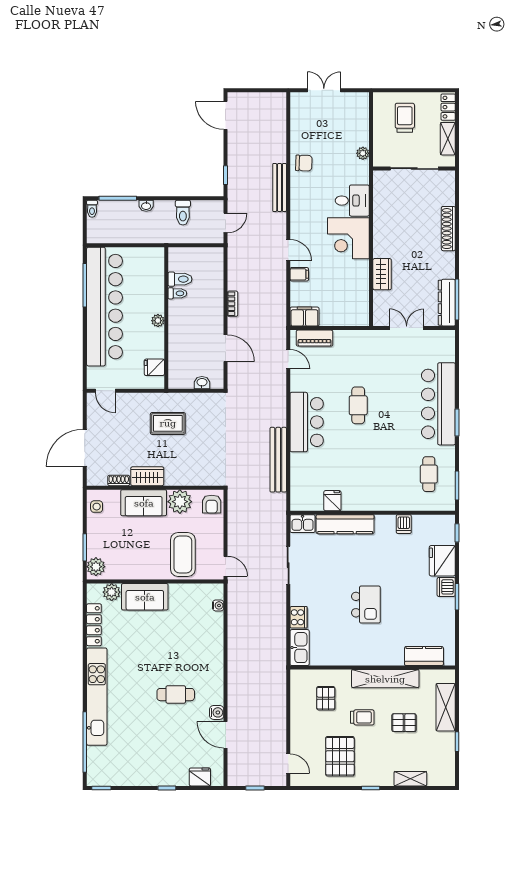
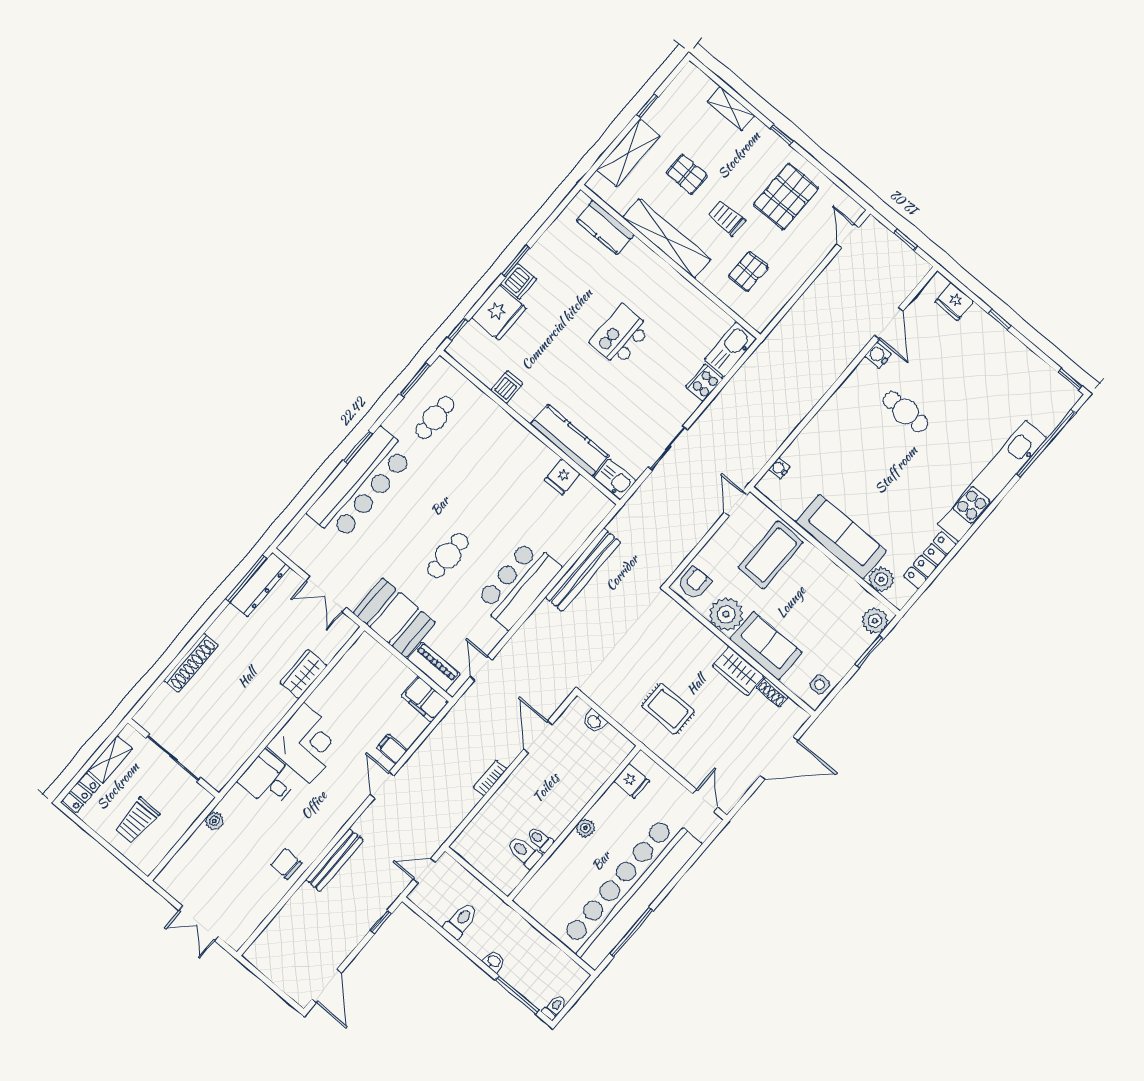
booth: (359, 347) -> (394, 618), added
sofa: (145, 597) -> (841, 537), width x1.36

